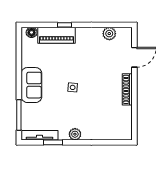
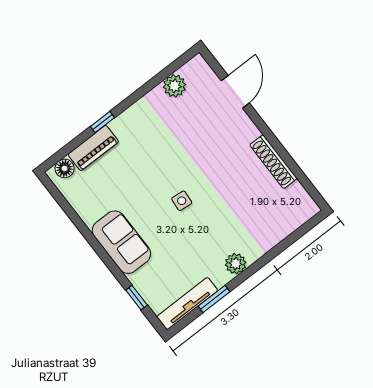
piano: (57, 35) -> (93, 148), width x0.73, depth x0.75
shoe rack: (127, 89) -> (273, 162), moved
window: (19, 115) -> (137, 298), width x0.46

